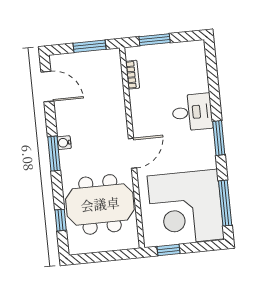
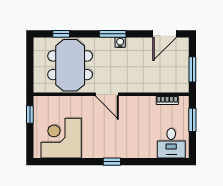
desk: (192, 112) -> (171, 143), moved
window: (219, 138) -> (112, 162), width x0.67
window: (225, 203) -> (61, 162), removed
corner desk: (186, 207) -> (61, 138), width x0.74, depth x0.74

